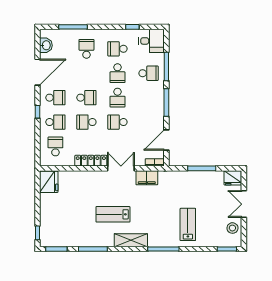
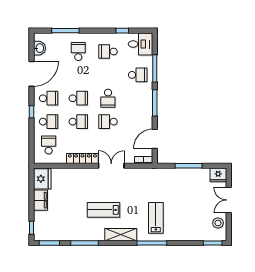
school desk: (117, 73) -> (108, 75), removed
school desk: (86, 122) -> (78, 122), turned 180
filing cabinet: (147, 178) -> (40, 200), moved, turned -90
lab bench: (188, 224) -> (156, 218), moved

